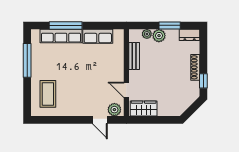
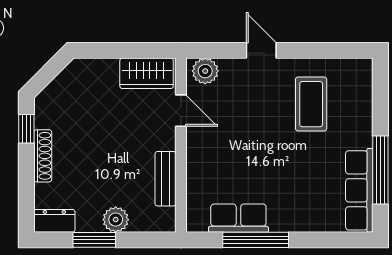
window: (66, 25) -> (256, 240), moved
plant: (147, 34) -> (140, 223), removed
row of seats: (61, 36) -> (359, 190), moved, turned -90
coffee table: (48, 94) -> (311, 104), moved
door: (100, 120) -> (261, 50), moved

